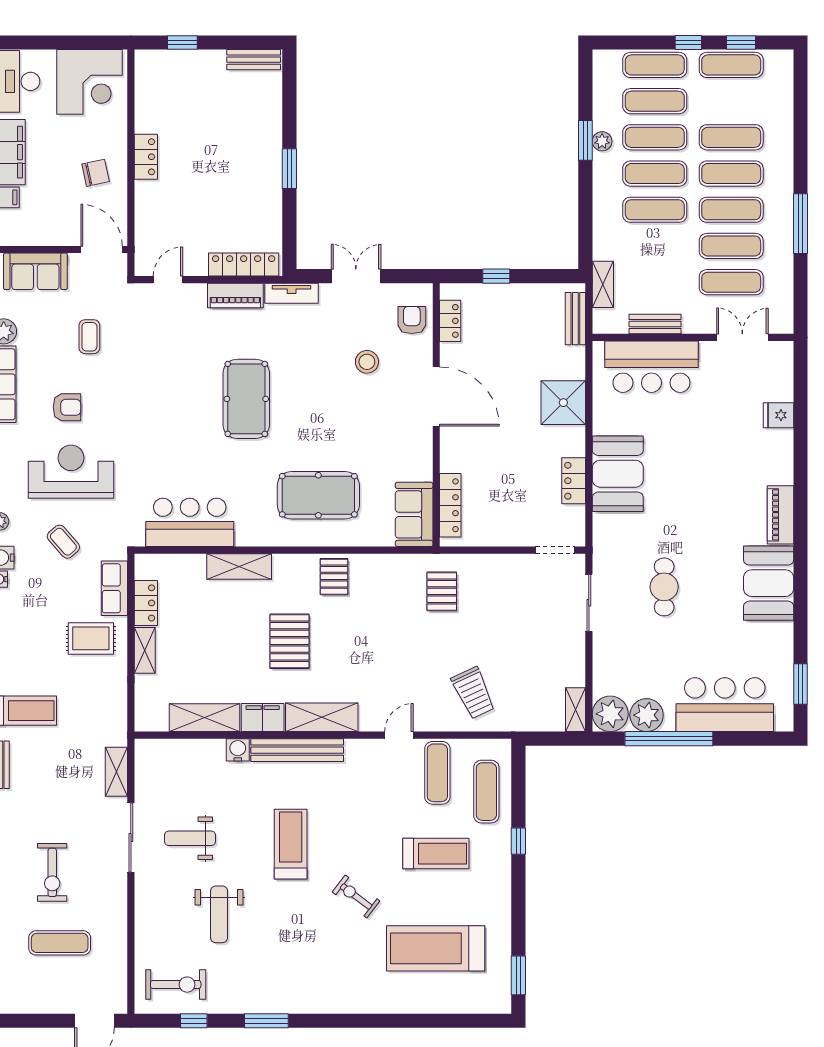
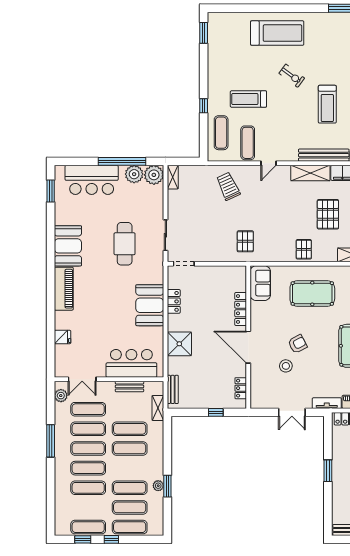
exercise mat: (655, 174) -> (130, 429), moved
plant: (782, 307) -> (61, 396), added
armchair: (412, 320) -> (298, 344), moved, turned -118
locker: (450, 505) -> (241, 309), moved
piano: (781, 515) -> (64, 289), width x1.37, depth x1.33
cafe table: (664, 587) -> (125, 244), width x1.37, depth x1.35
treadmill: (436, 948) -> (277, 33), moved

